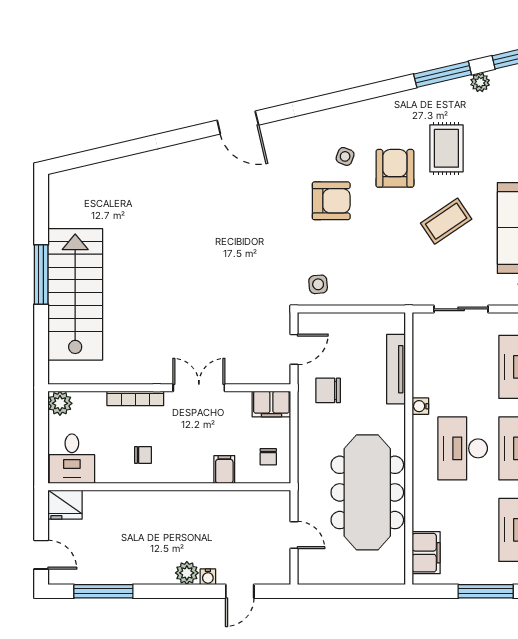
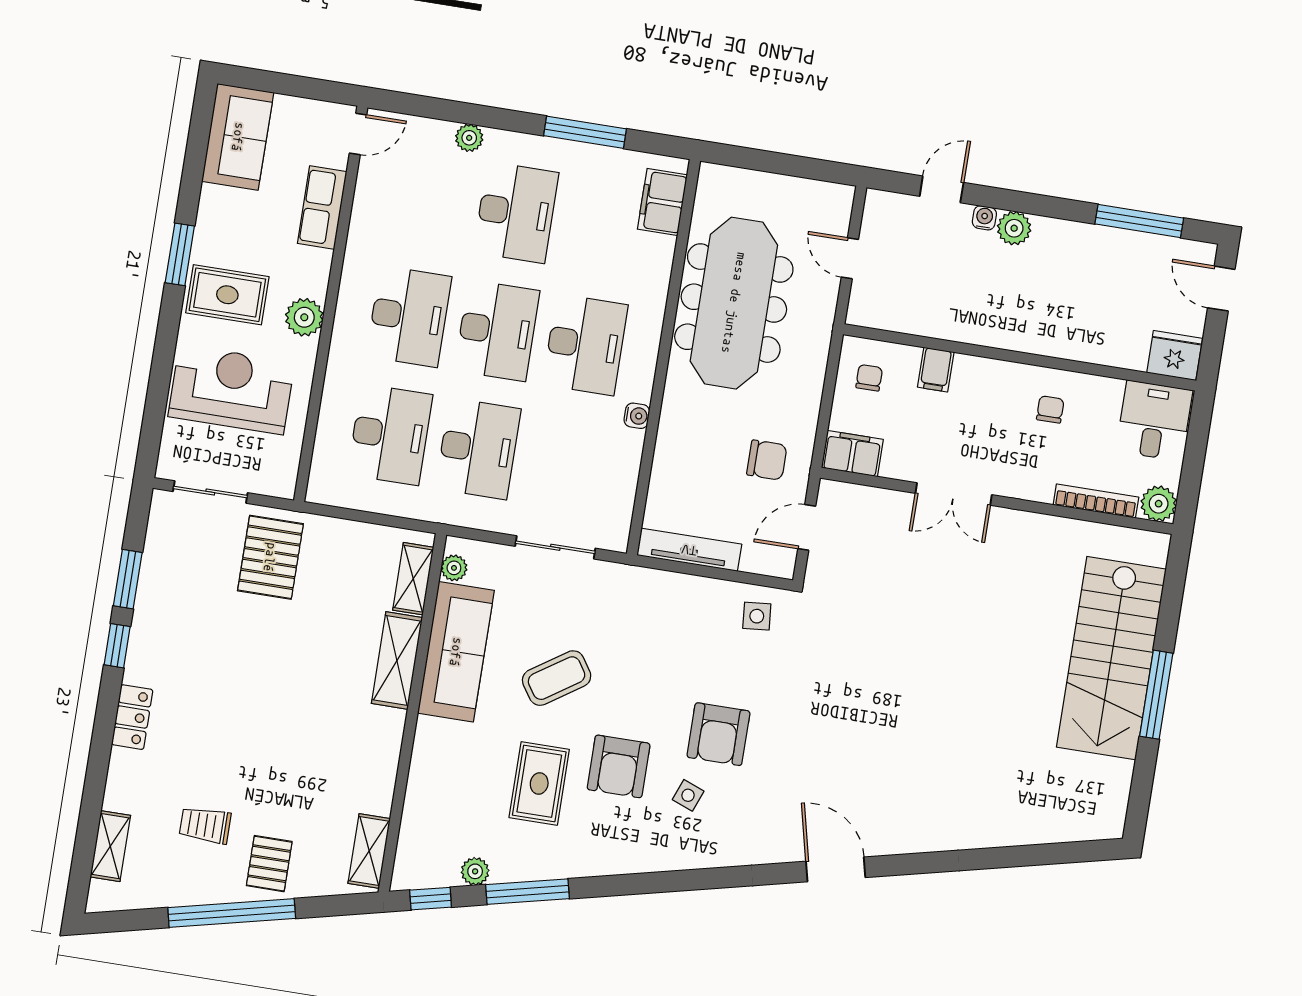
armchair: (331, 201) -> (718, 734), turned -90
tv unit: (396, 369) -> (689, 550), moved, turned -90
bookcase: (135, 398) -> (1096, 501), moved
chair: (143, 455) -> (1050, 409), turned 90

